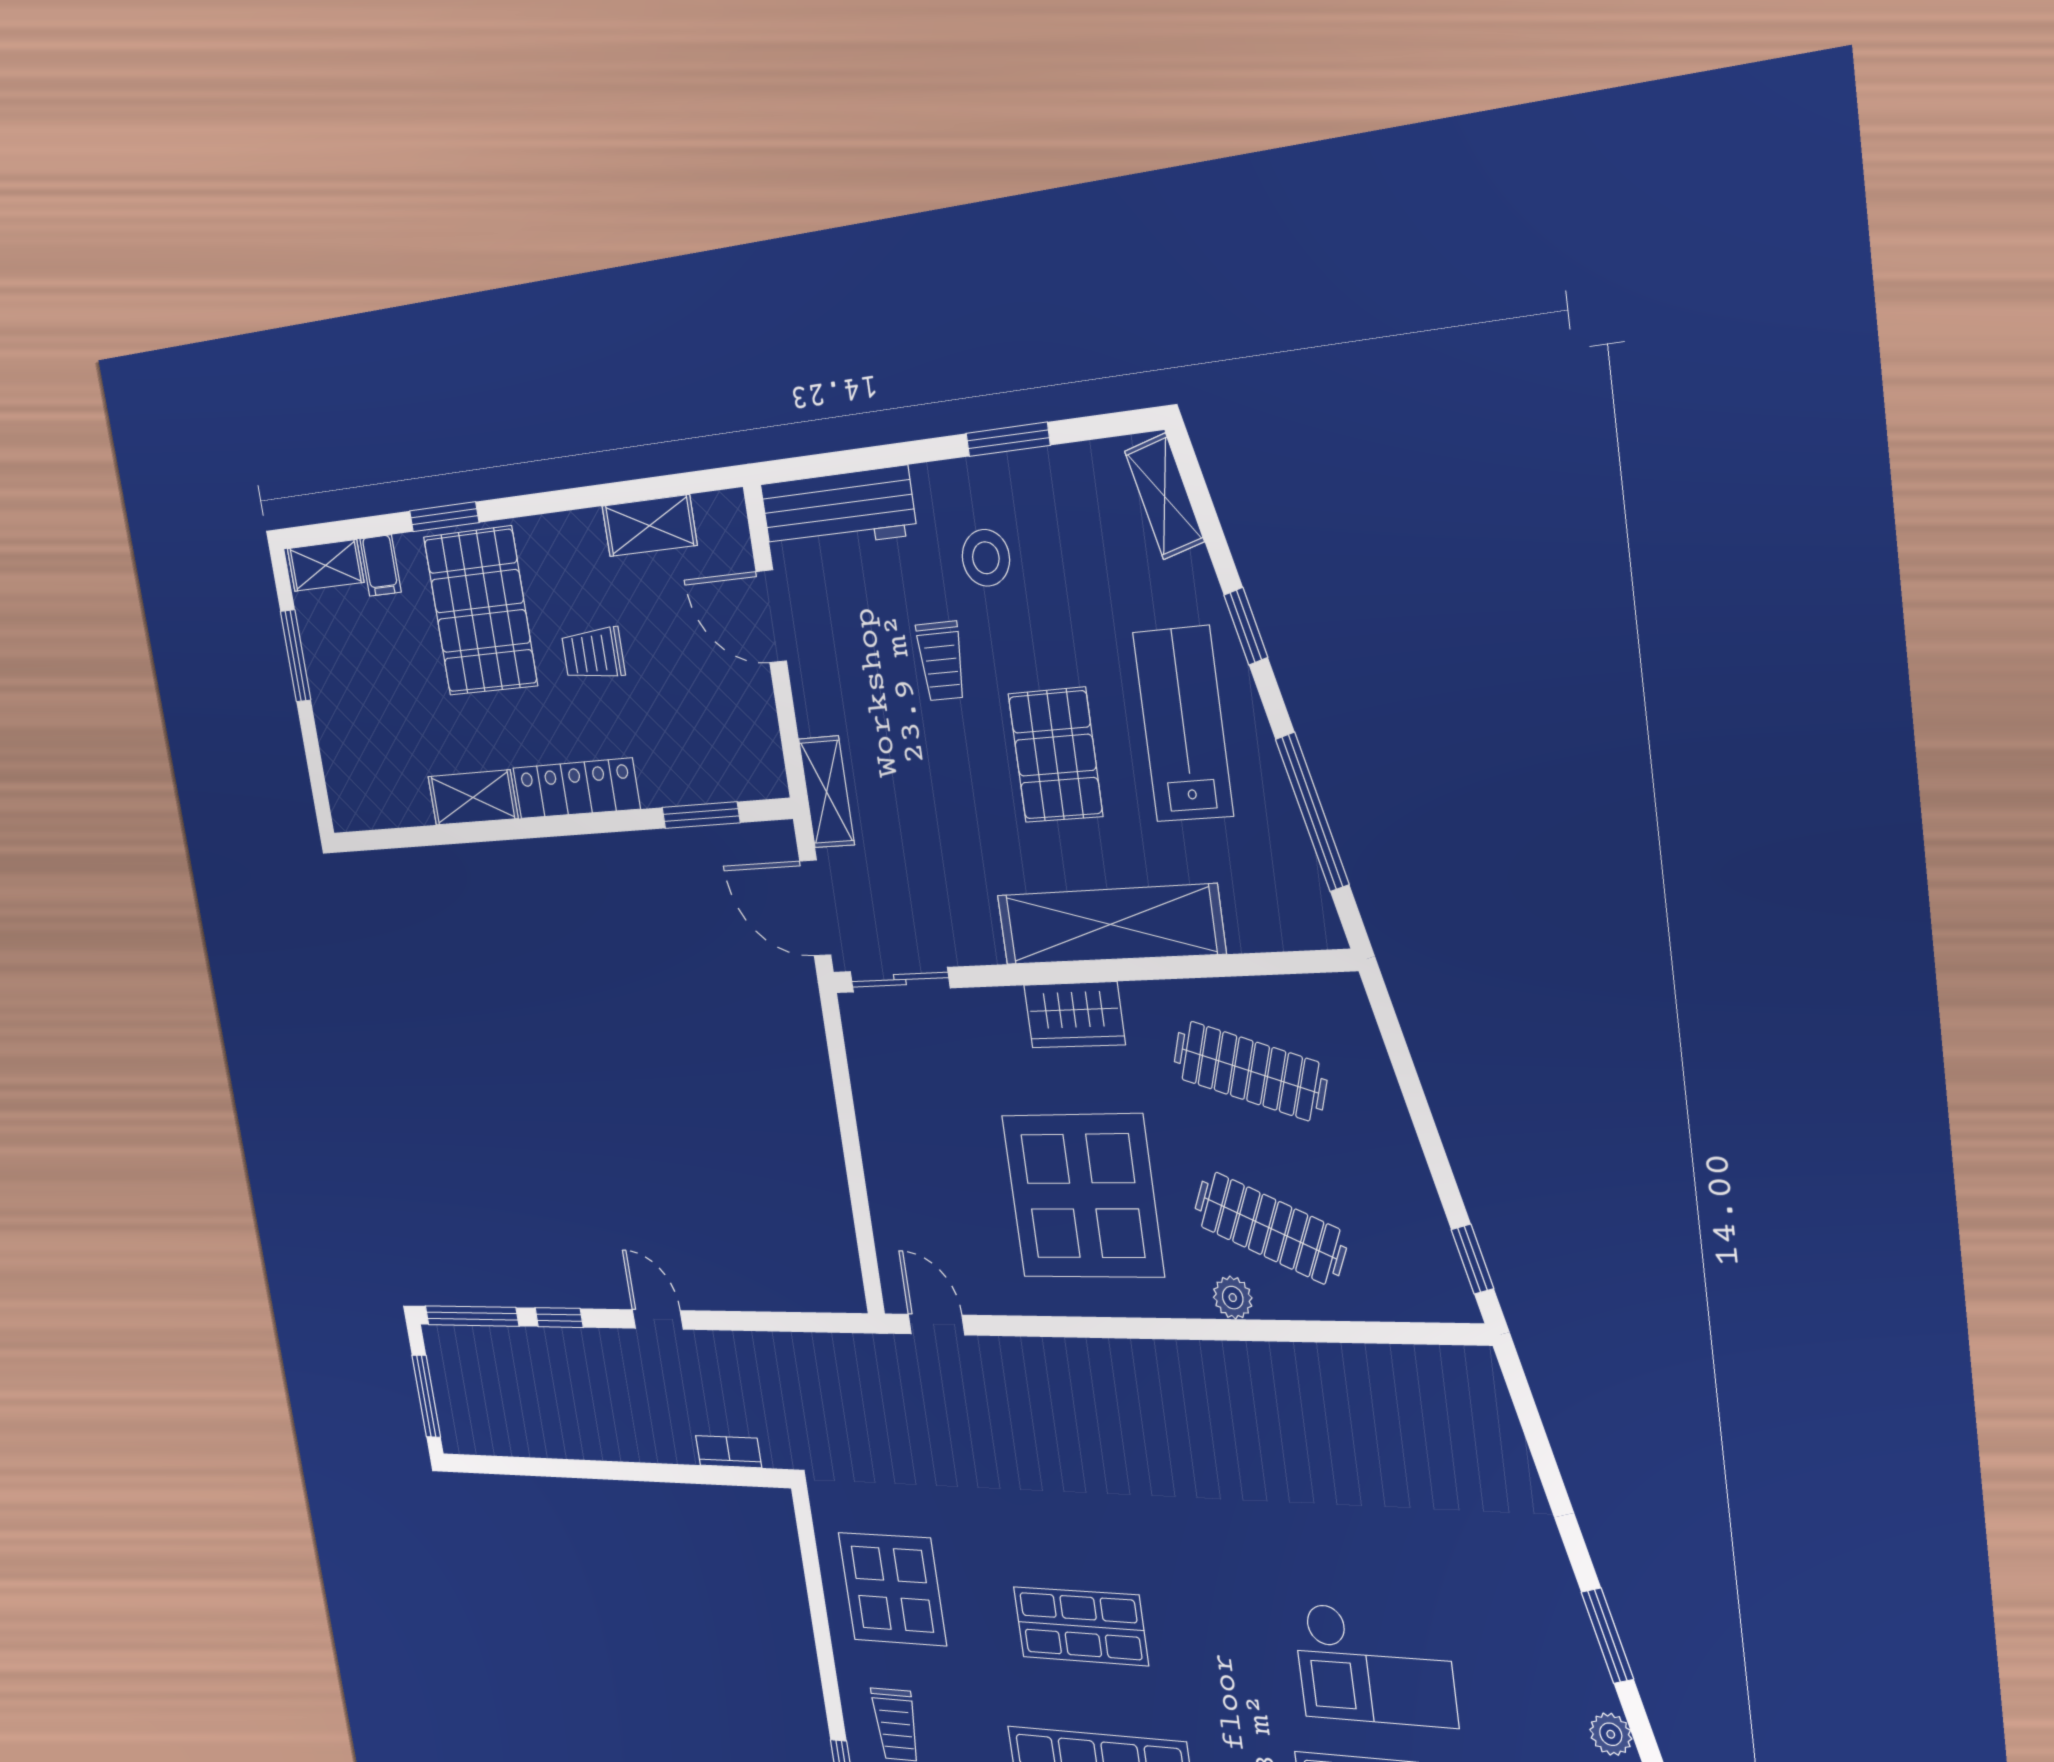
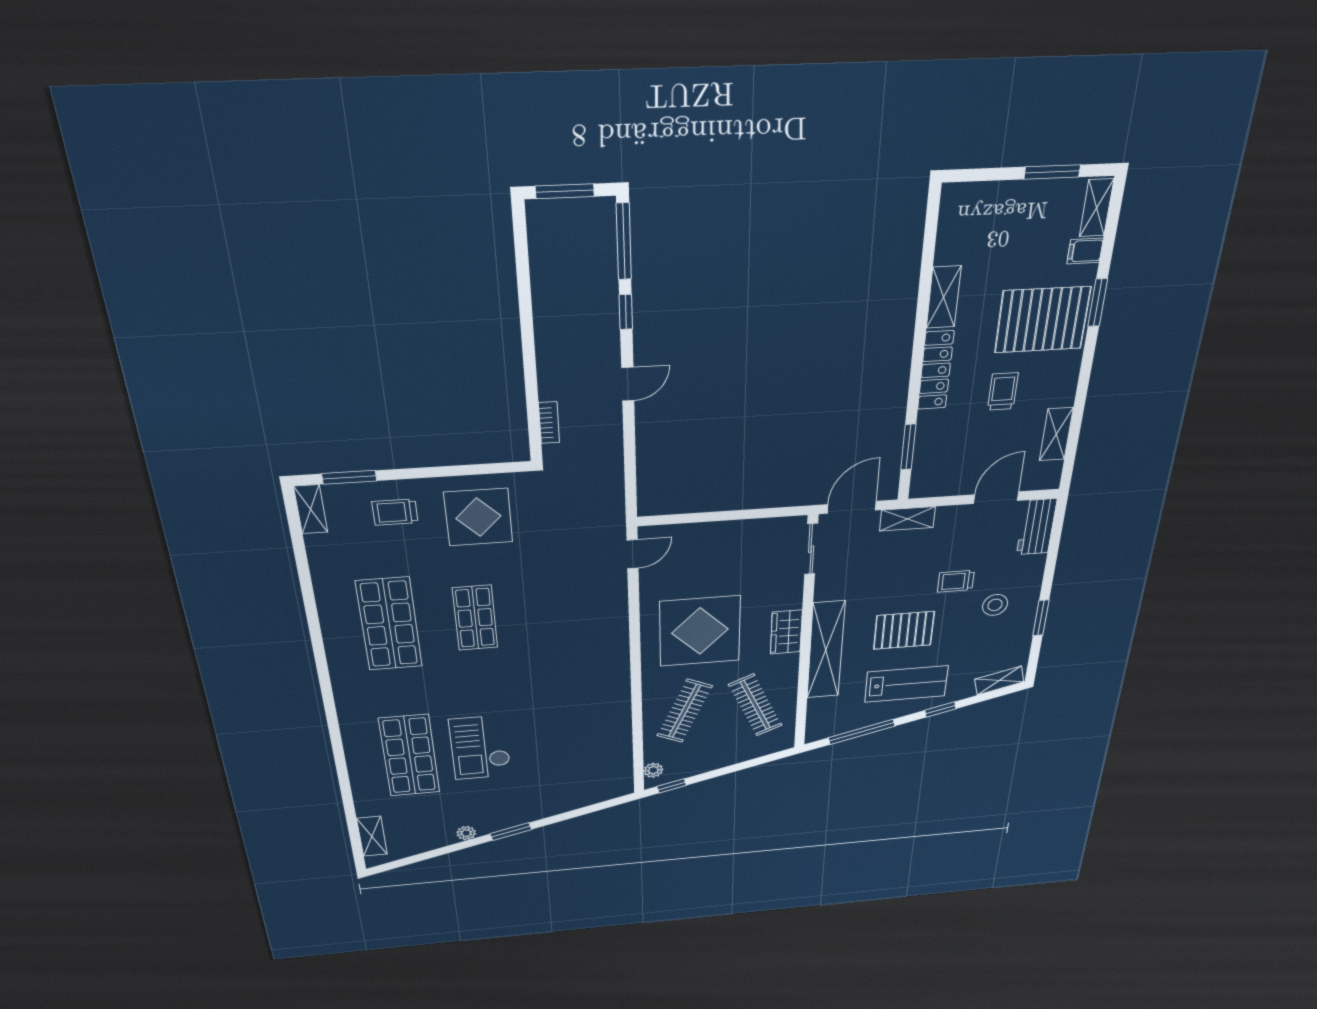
workbench: (838, 509) -> (1037, 527), width x0.73
clothes rail: (1250, 1071) -> (755, 705), turned -42
plant: (1233, 1298) -> (653, 770), moved

